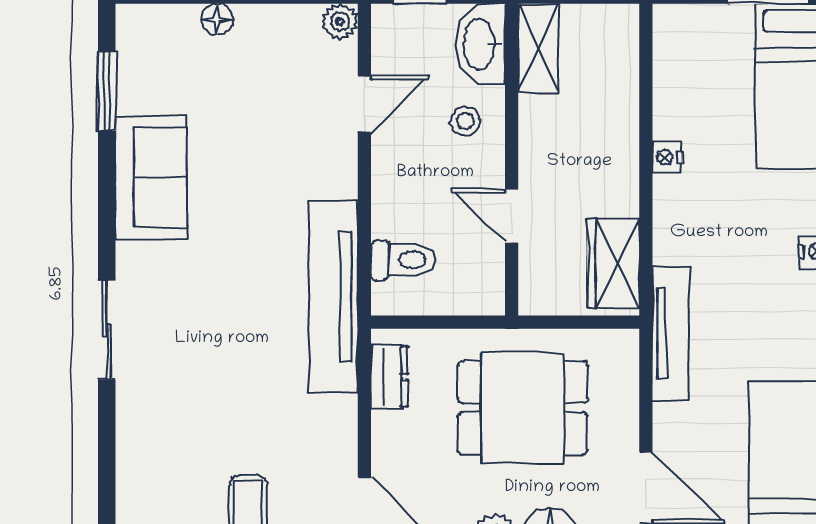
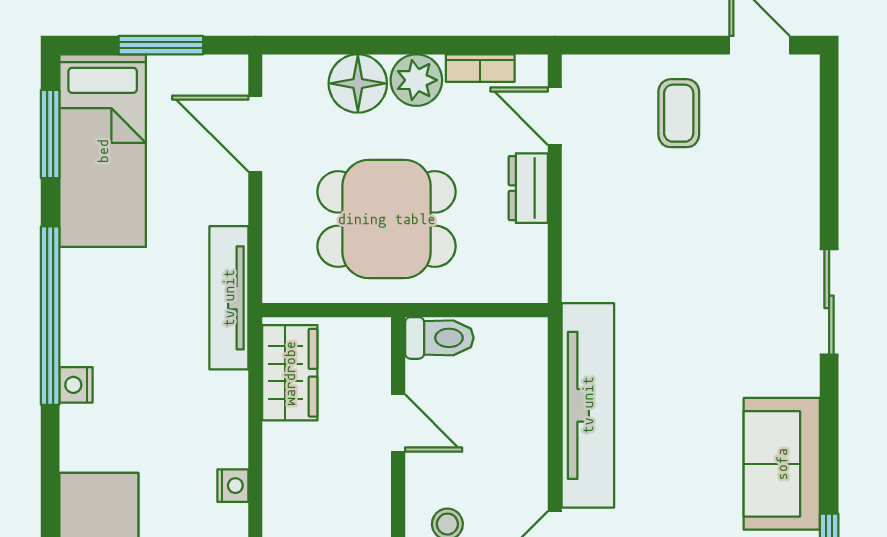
toilet: (403, 260) -> (439, 338), moved, turned 180
tv unit: (333, 297) -> (588, 405), moved
dresser: (389, 377) -> (528, 188), moved

